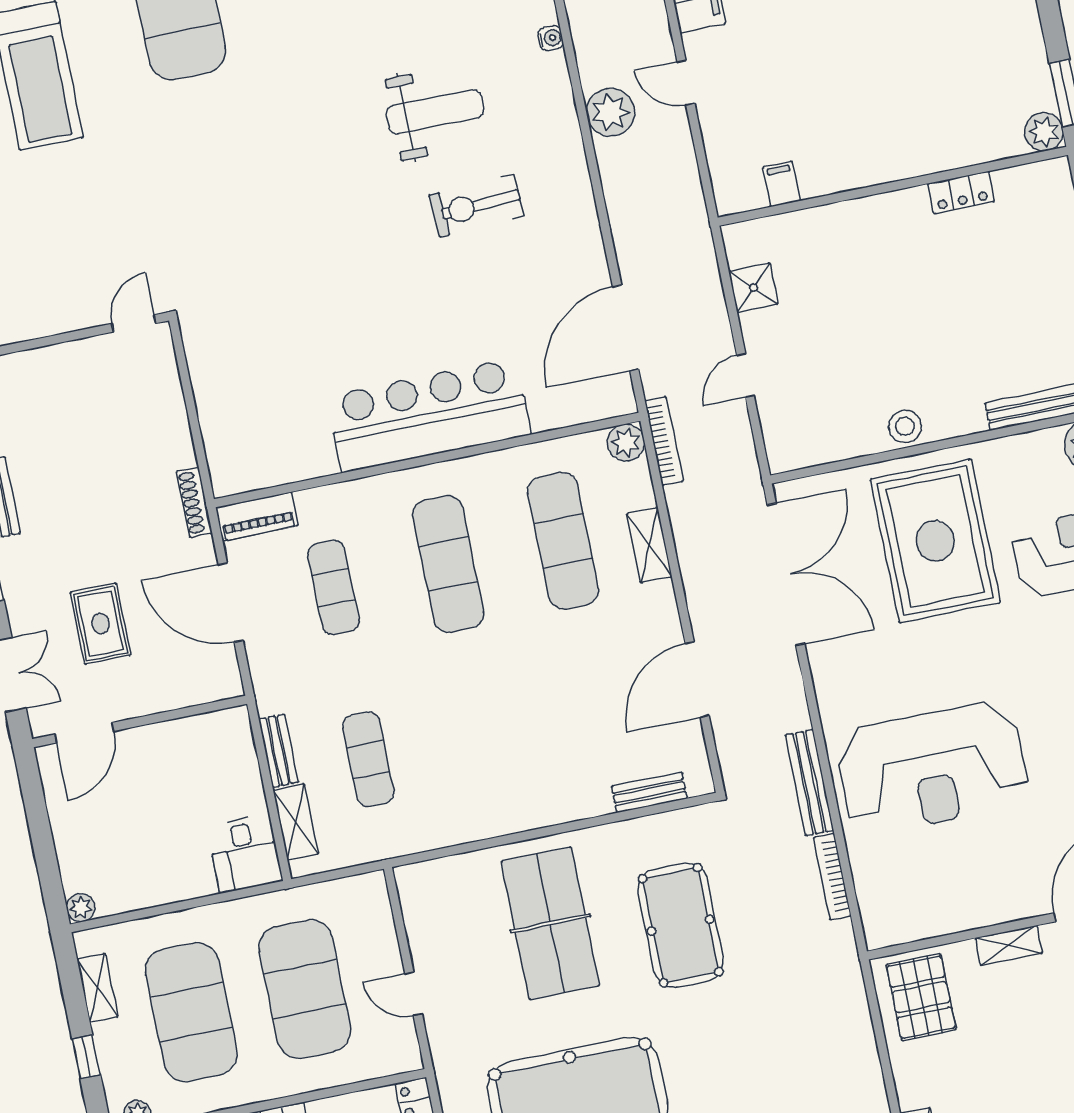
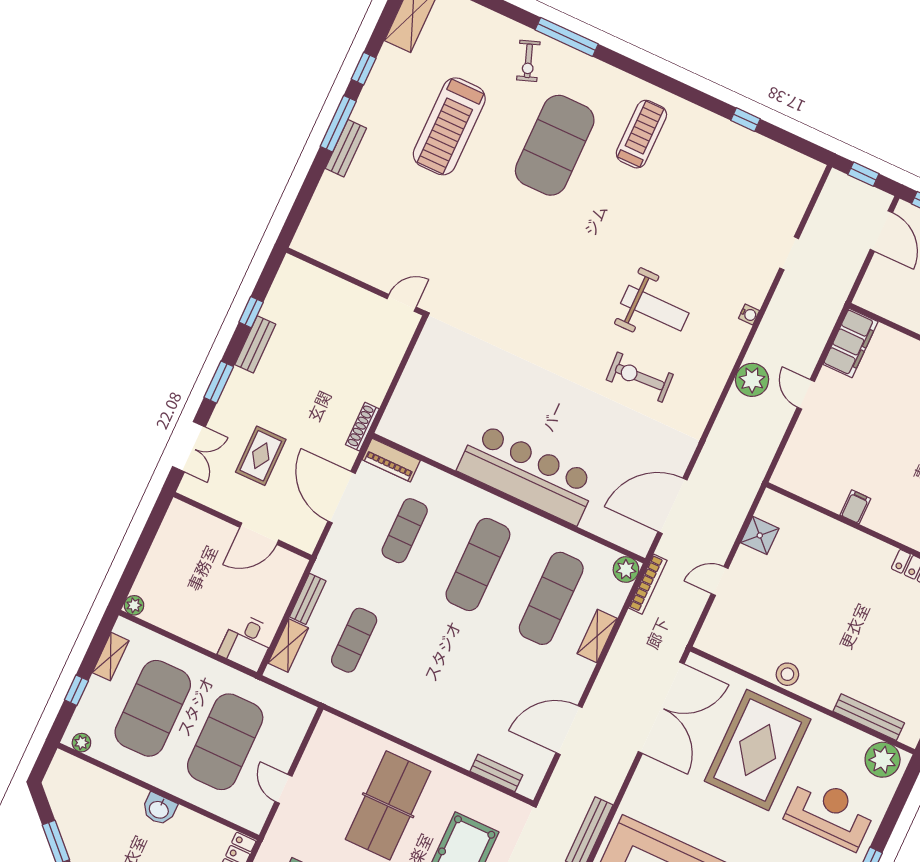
filing cabinet: (781, 184) -> (855, 507), moved
door: (84, 733) -> (259, 534), moved

